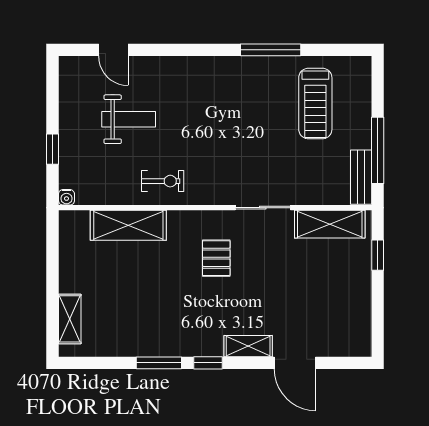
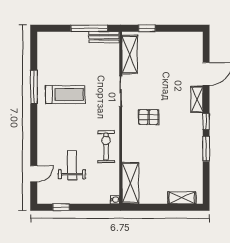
treadmill: (315, 104) -> (65, 95), moved
window: (53, 149) -> (61, 207), moved
exercise bike: (163, 181) -> (106, 147), width x1.38, depth x1.39
shelving: (128, 225) -> (130, 183), moved

